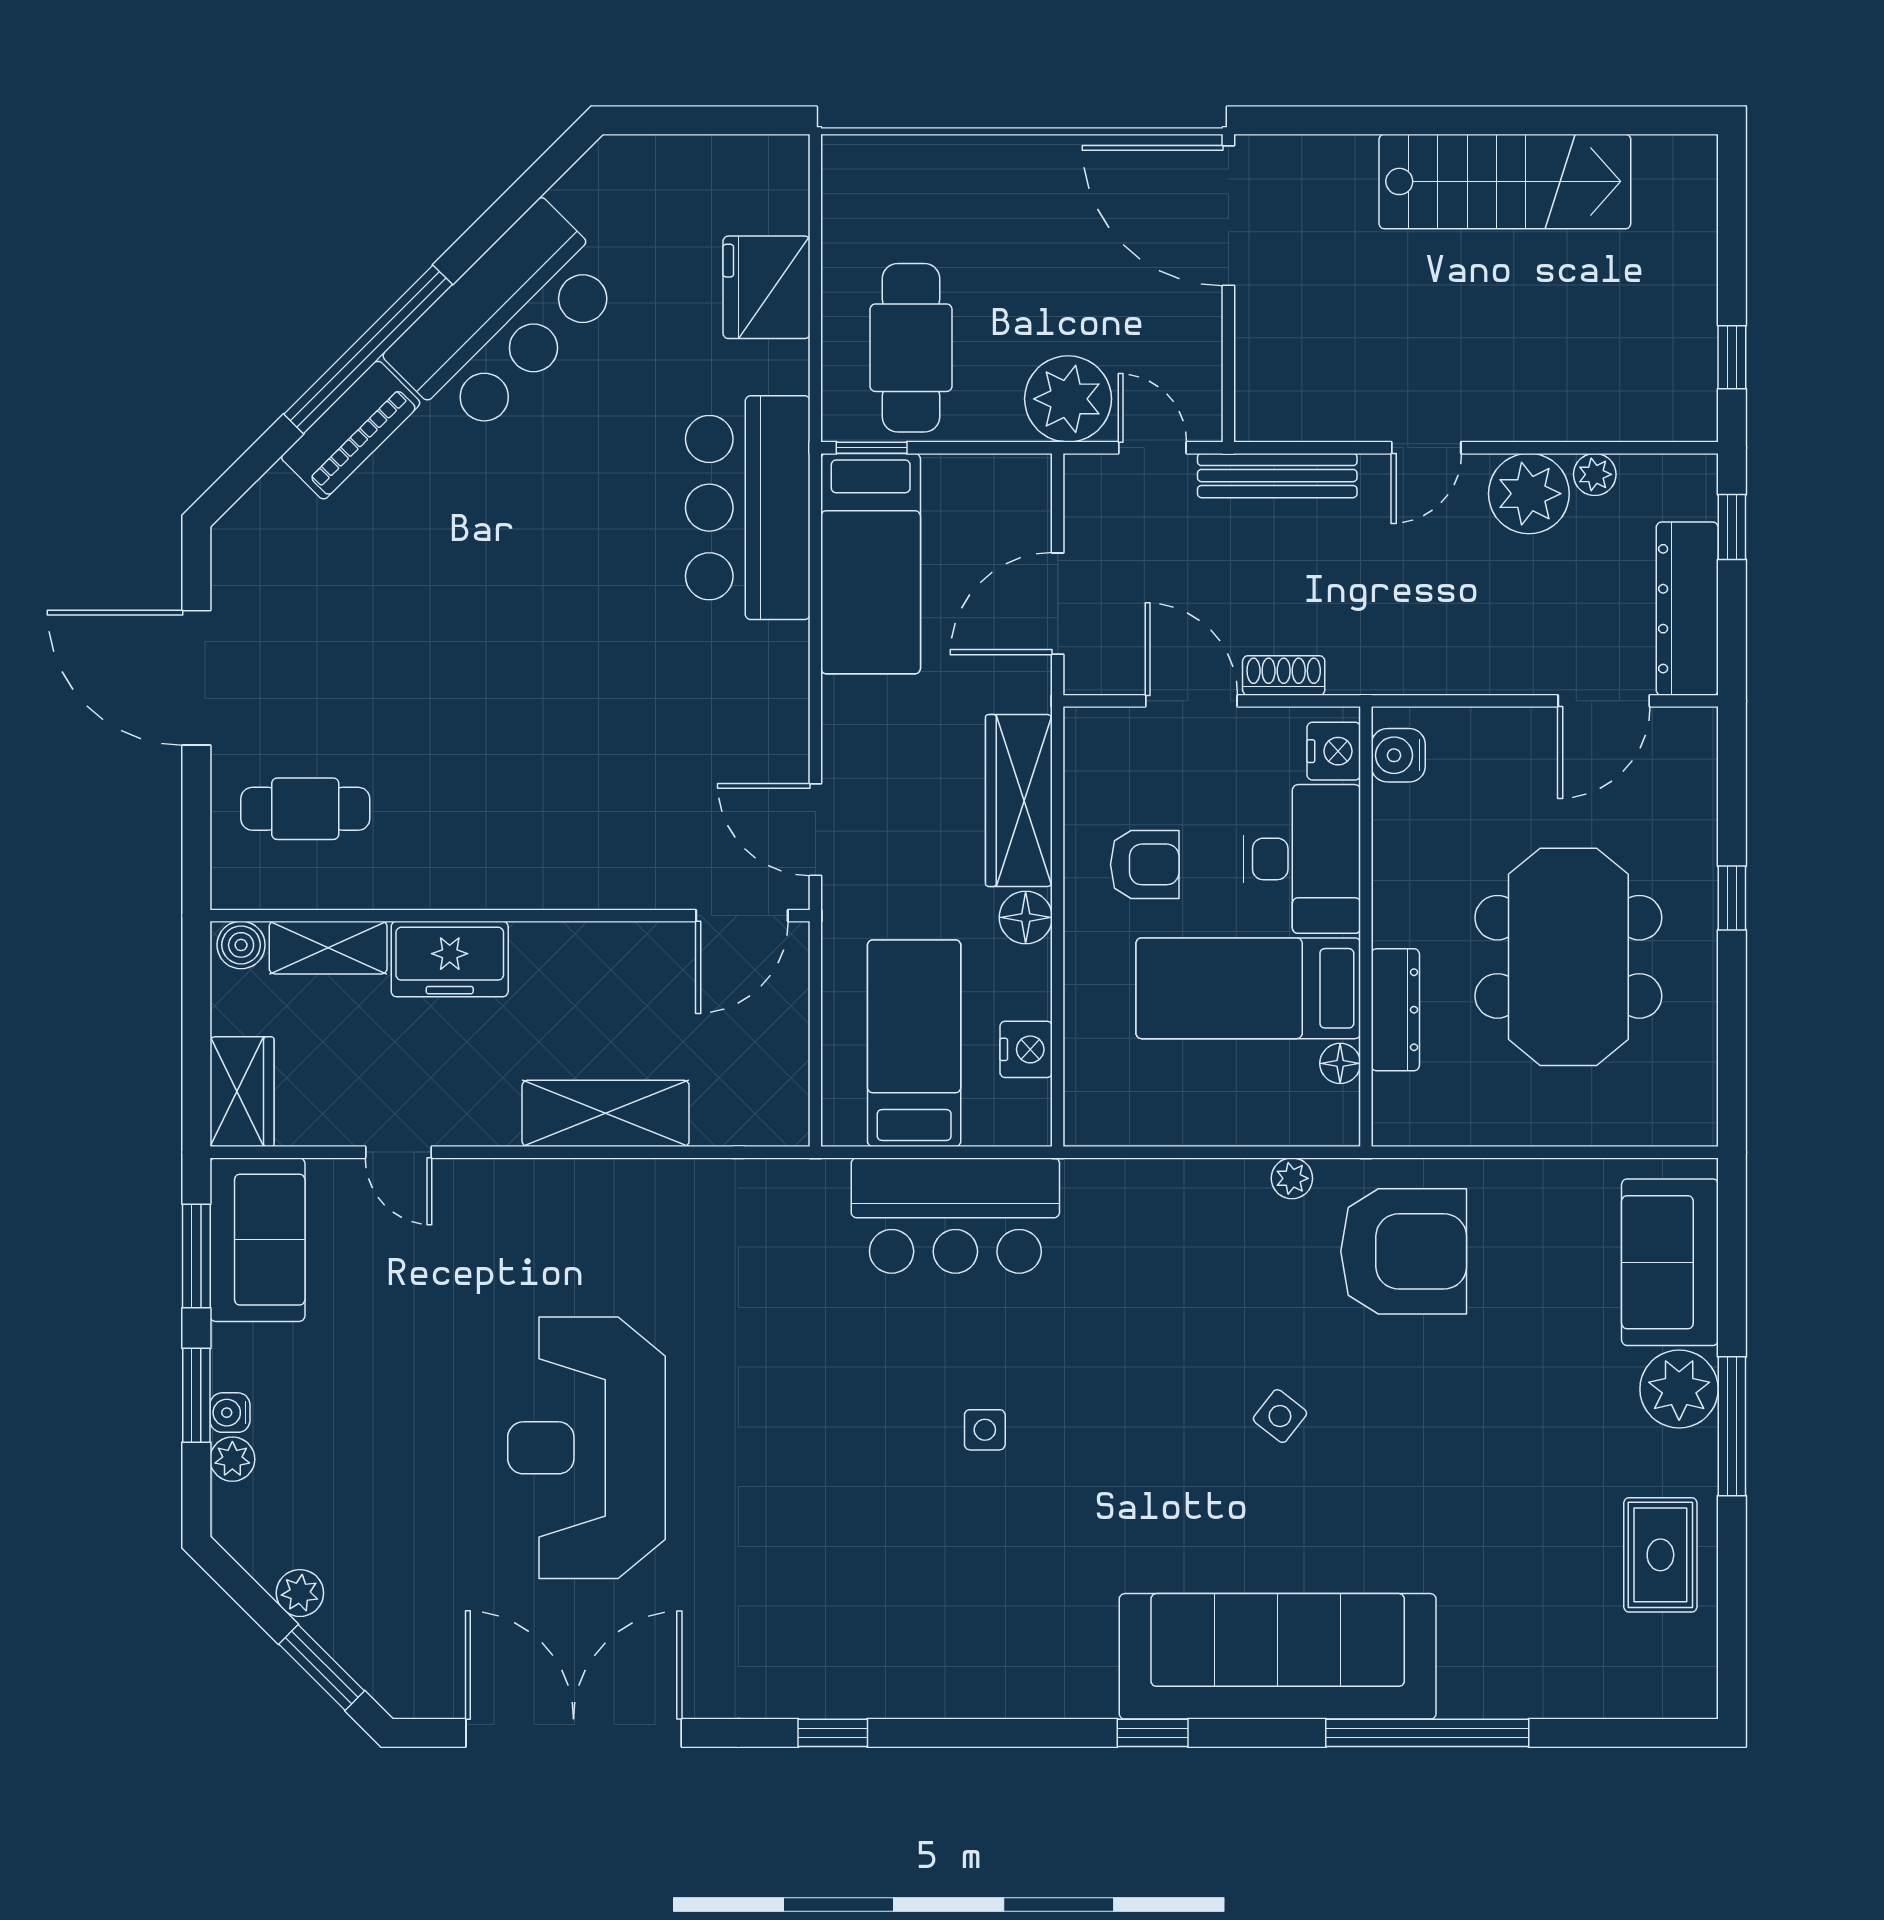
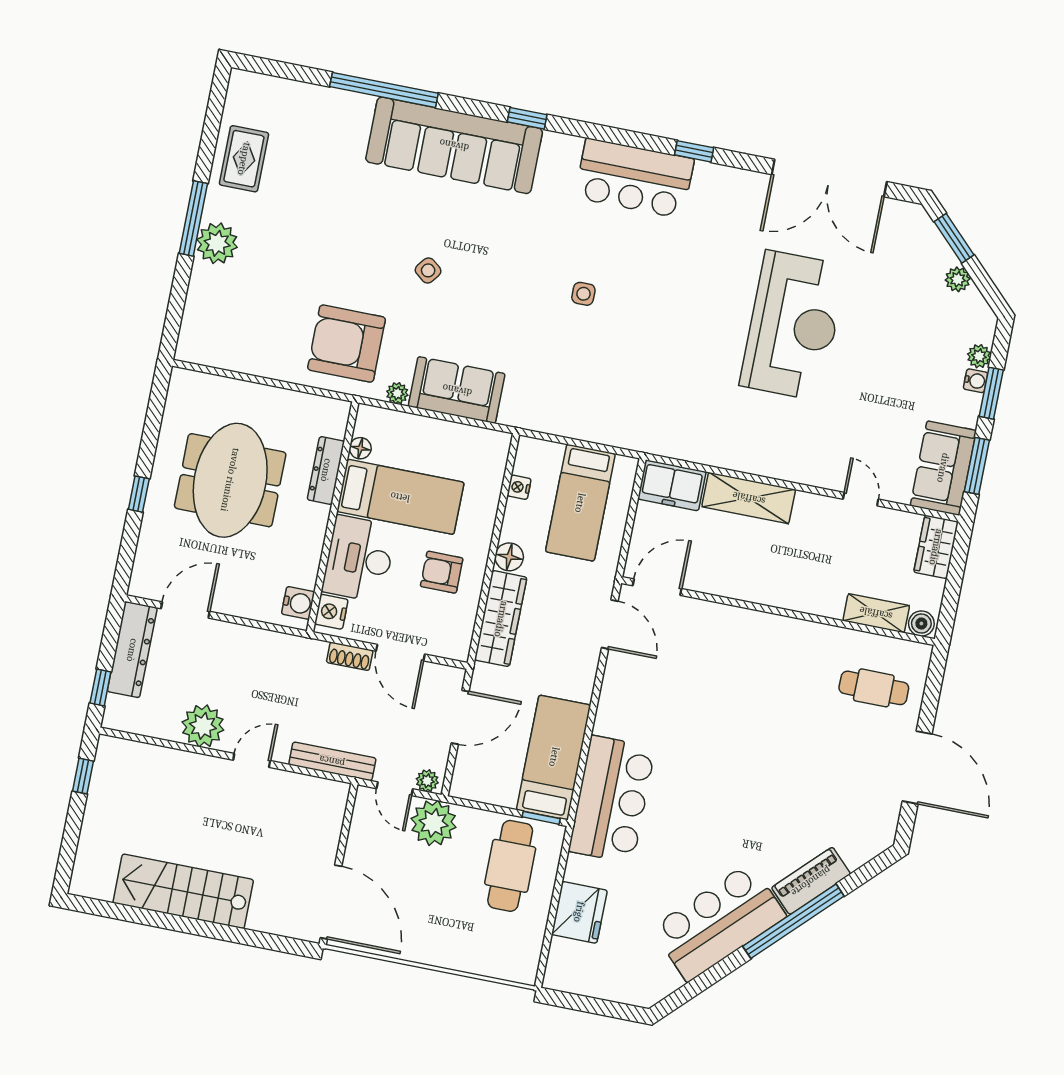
plant: (1595, 474) -> (427, 781), moved
freezer: (450, 959) -> (672, 485), moved, turned 180
nightstand: (1026, 1049) -> (519, 487), width x0.72, depth x0.74
bar counter: (955, 1216) -> (634, 178), moved, turned 180
sofa: (1670, 1262) -> (457, 390), moved, turned -90

